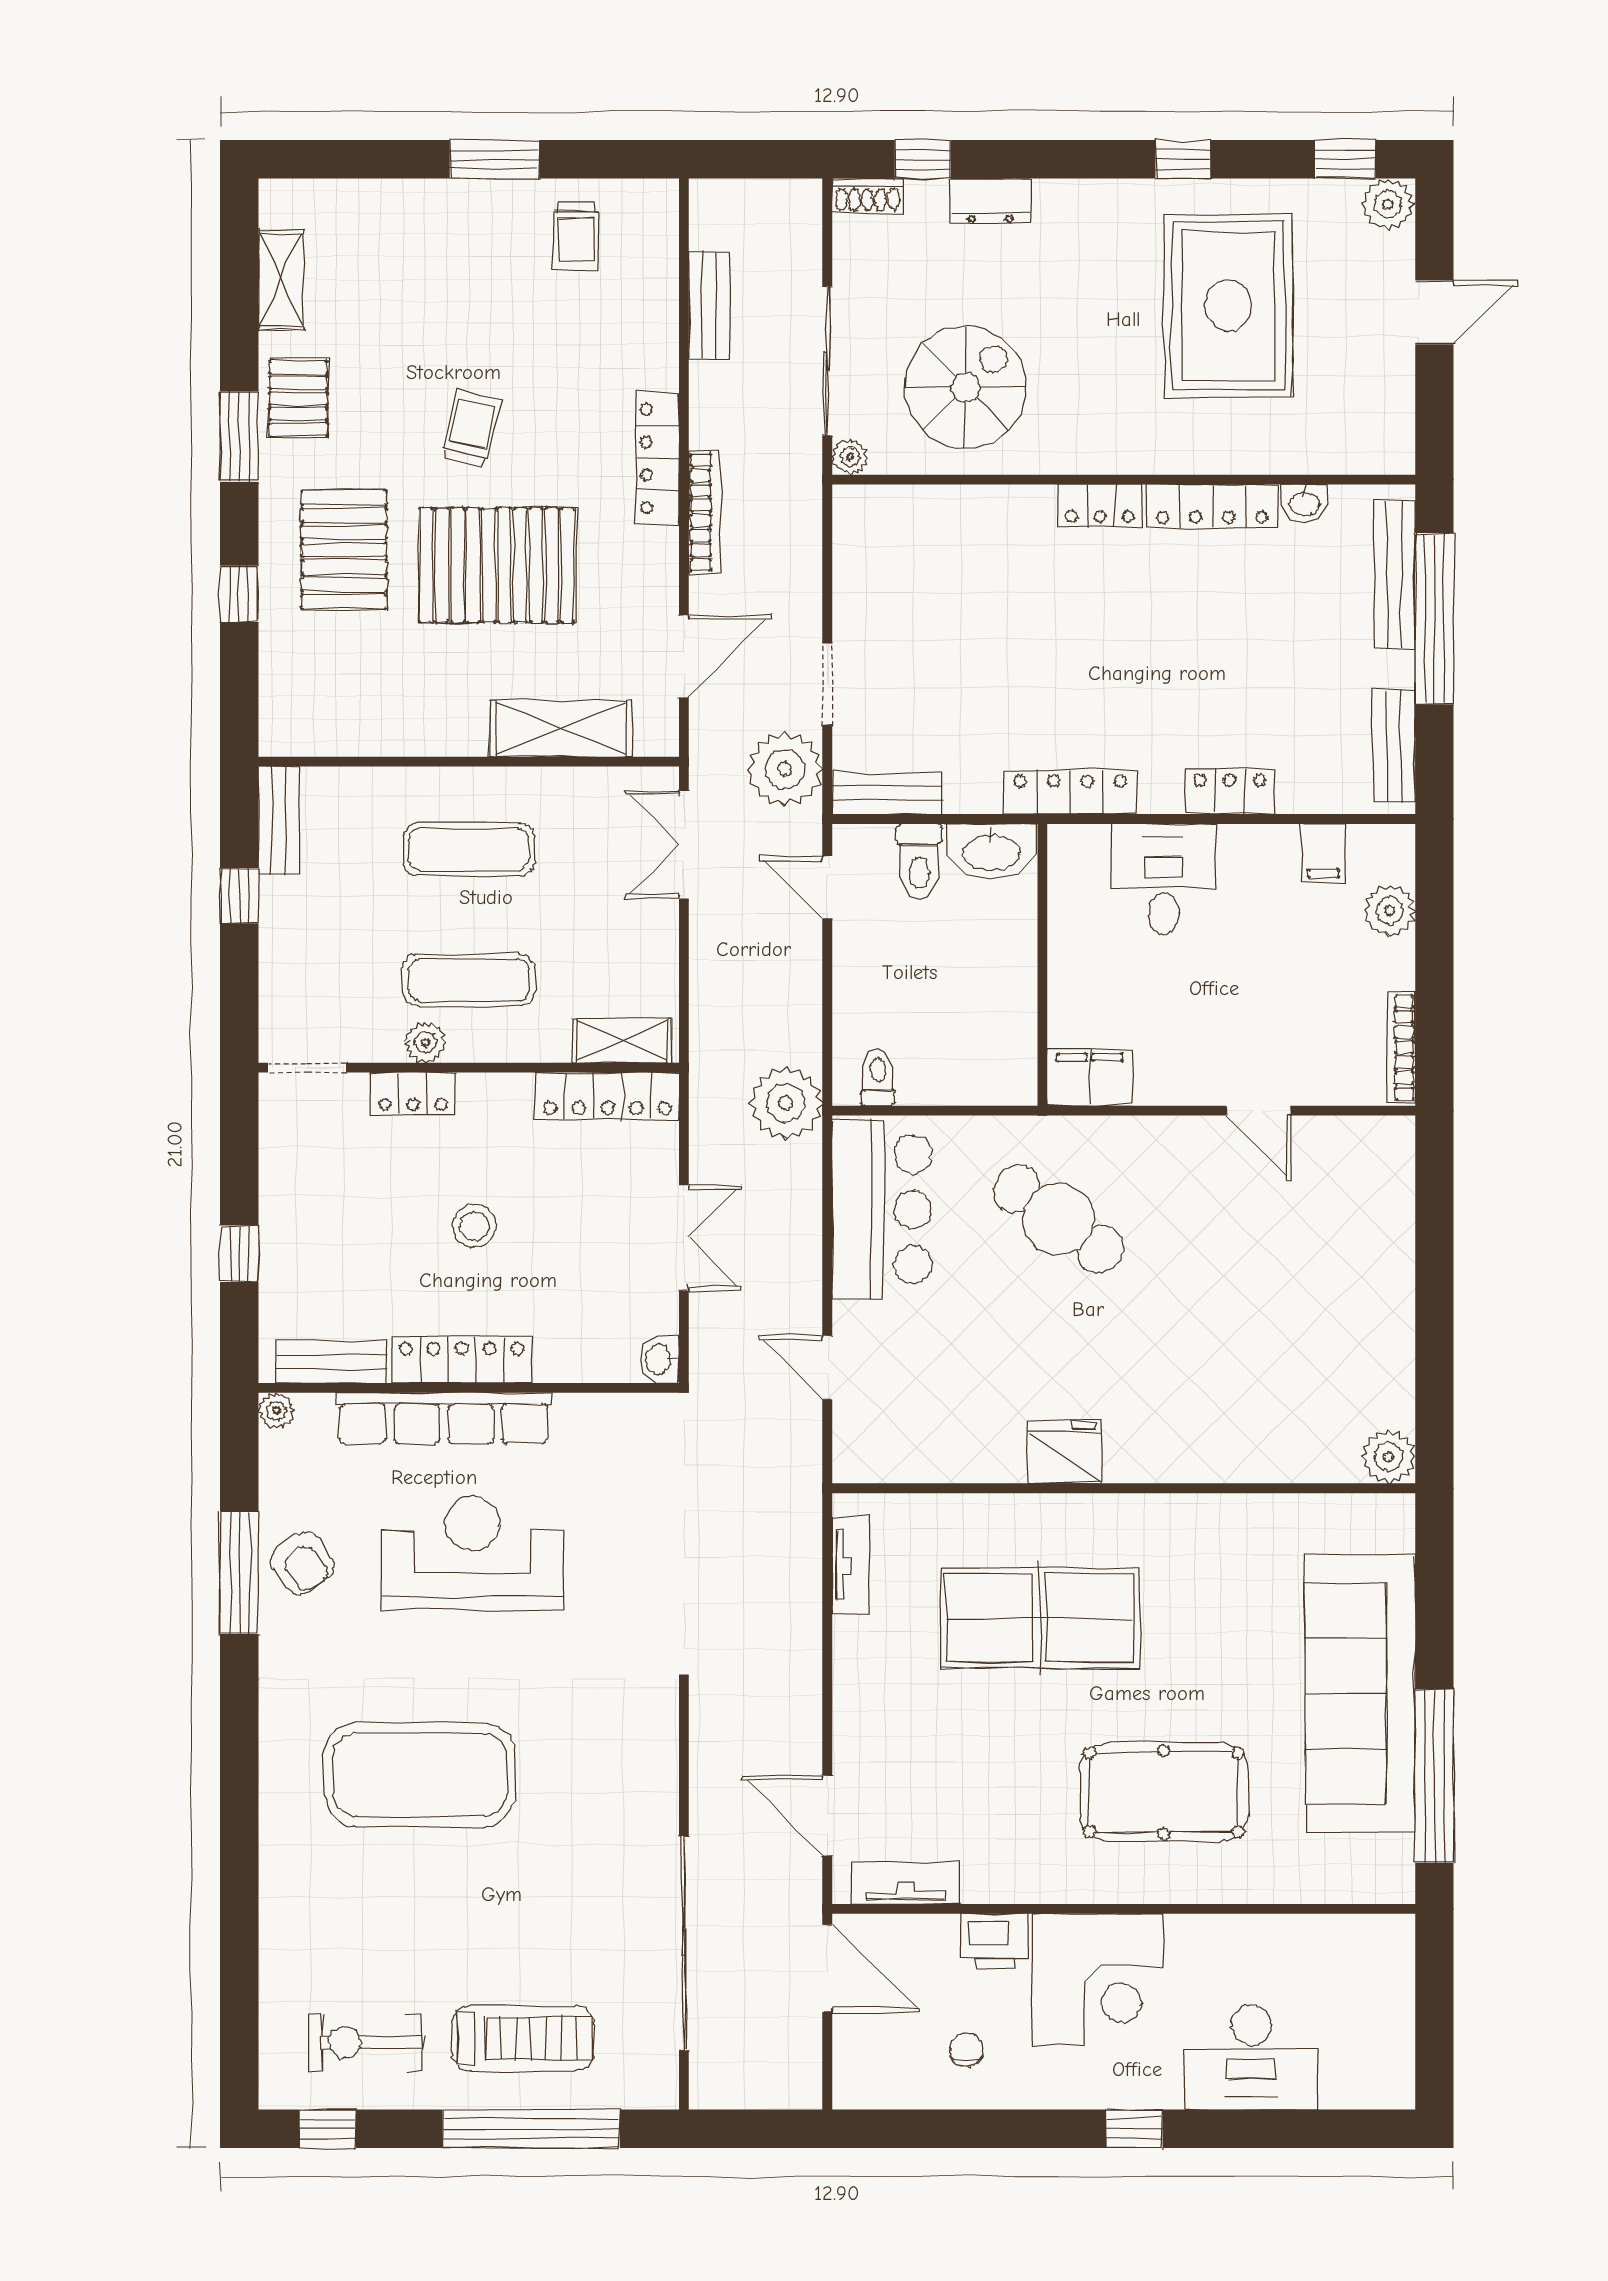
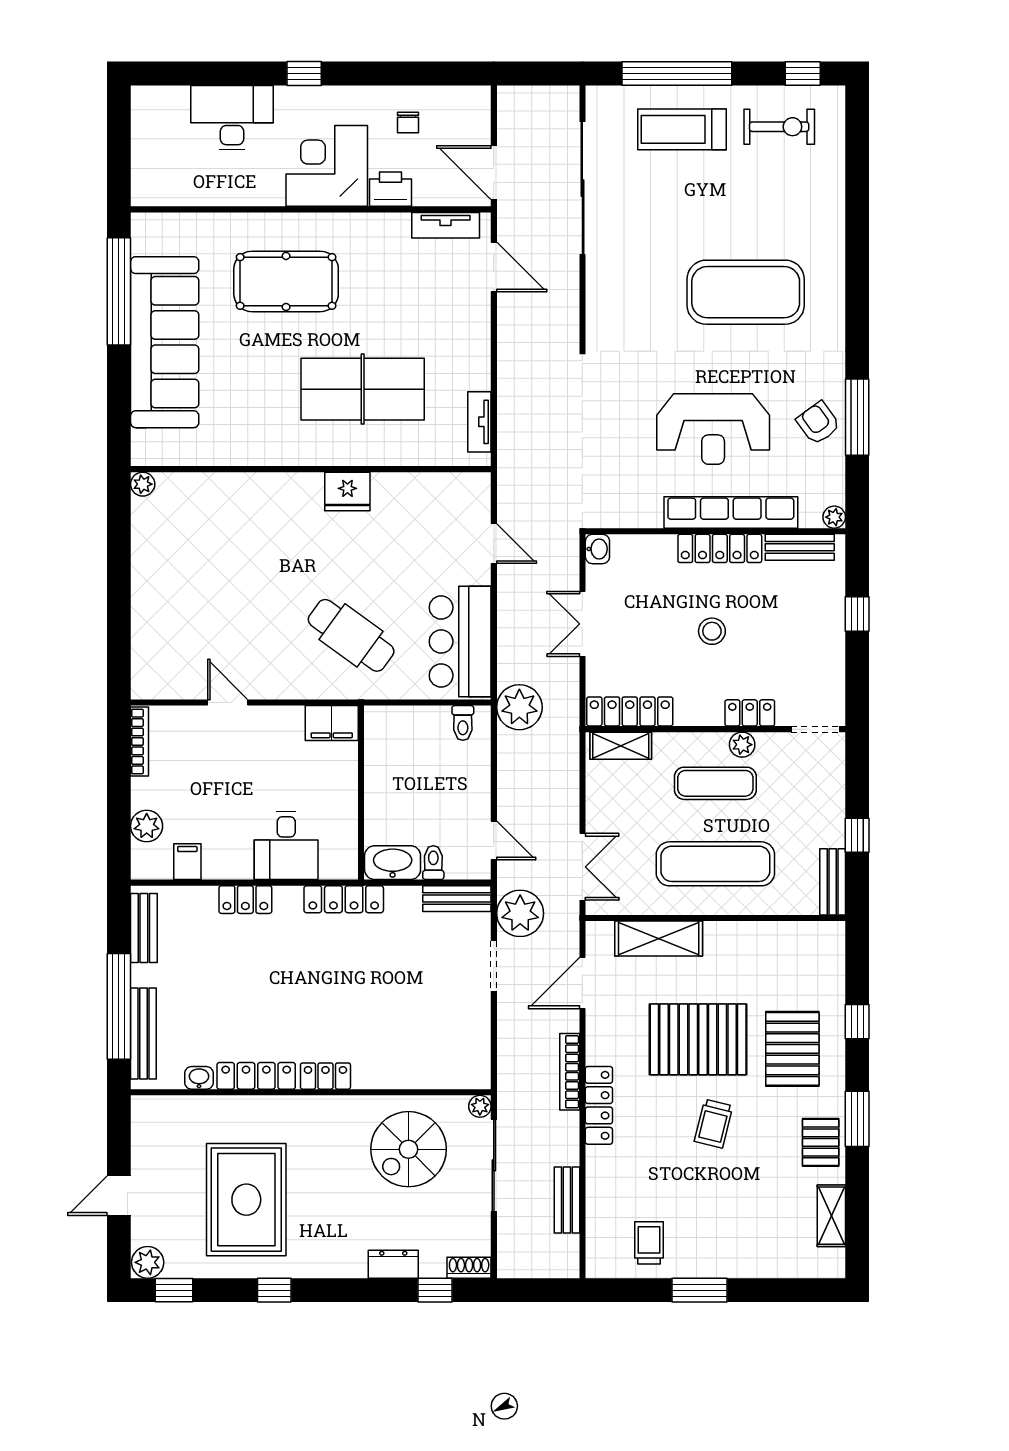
exercise mat: (469, 849) -> (715, 864), width x1.36, depth x1.45
toilet: (919, 862) -> (433, 863), width x0.73, depth x0.72
plant: (1389, 1457) -> (143, 484), width x0.73, depth x0.73

